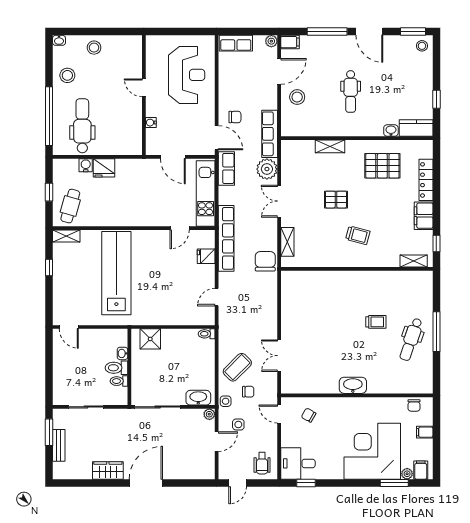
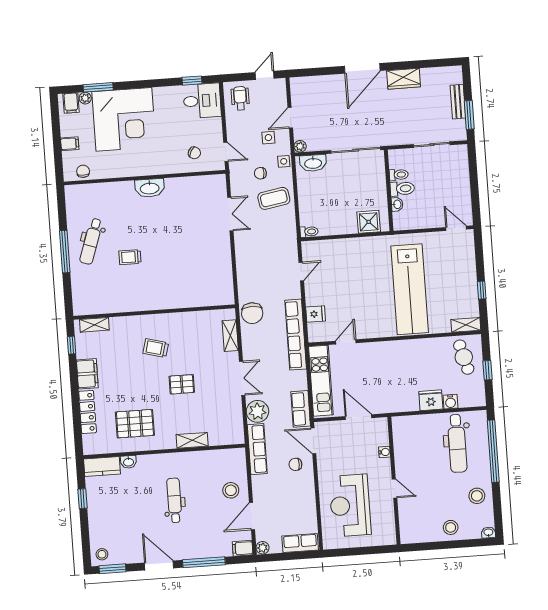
cafe table: (70, 206) -> (464, 357), turned -31
dental chair: (411, 339) -> (91, 241), turned 180
coffee table: (237, 367) -> (274, 198), turned 35

